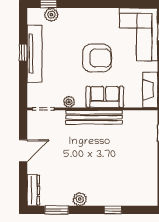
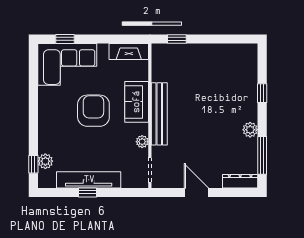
window: (57, 210) -> (262, 155), width x1.44

